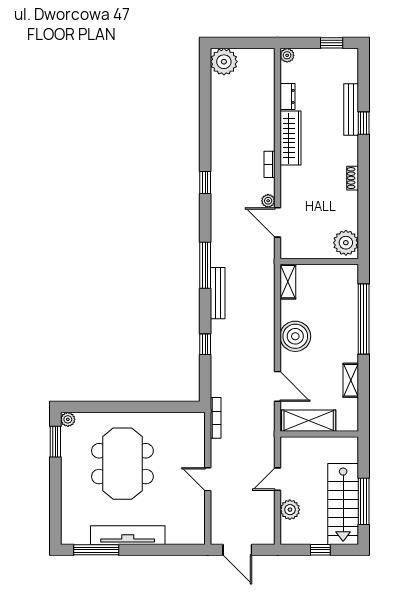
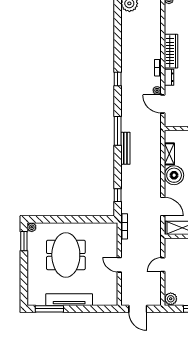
dresser: (287, 96) -> (169, 77), moved
shelving: (288, 282) -> (169, 154), moved
window: (205, 344) -> (118, 195), moved
plant: (290, 510) -> (171, 299), moved

